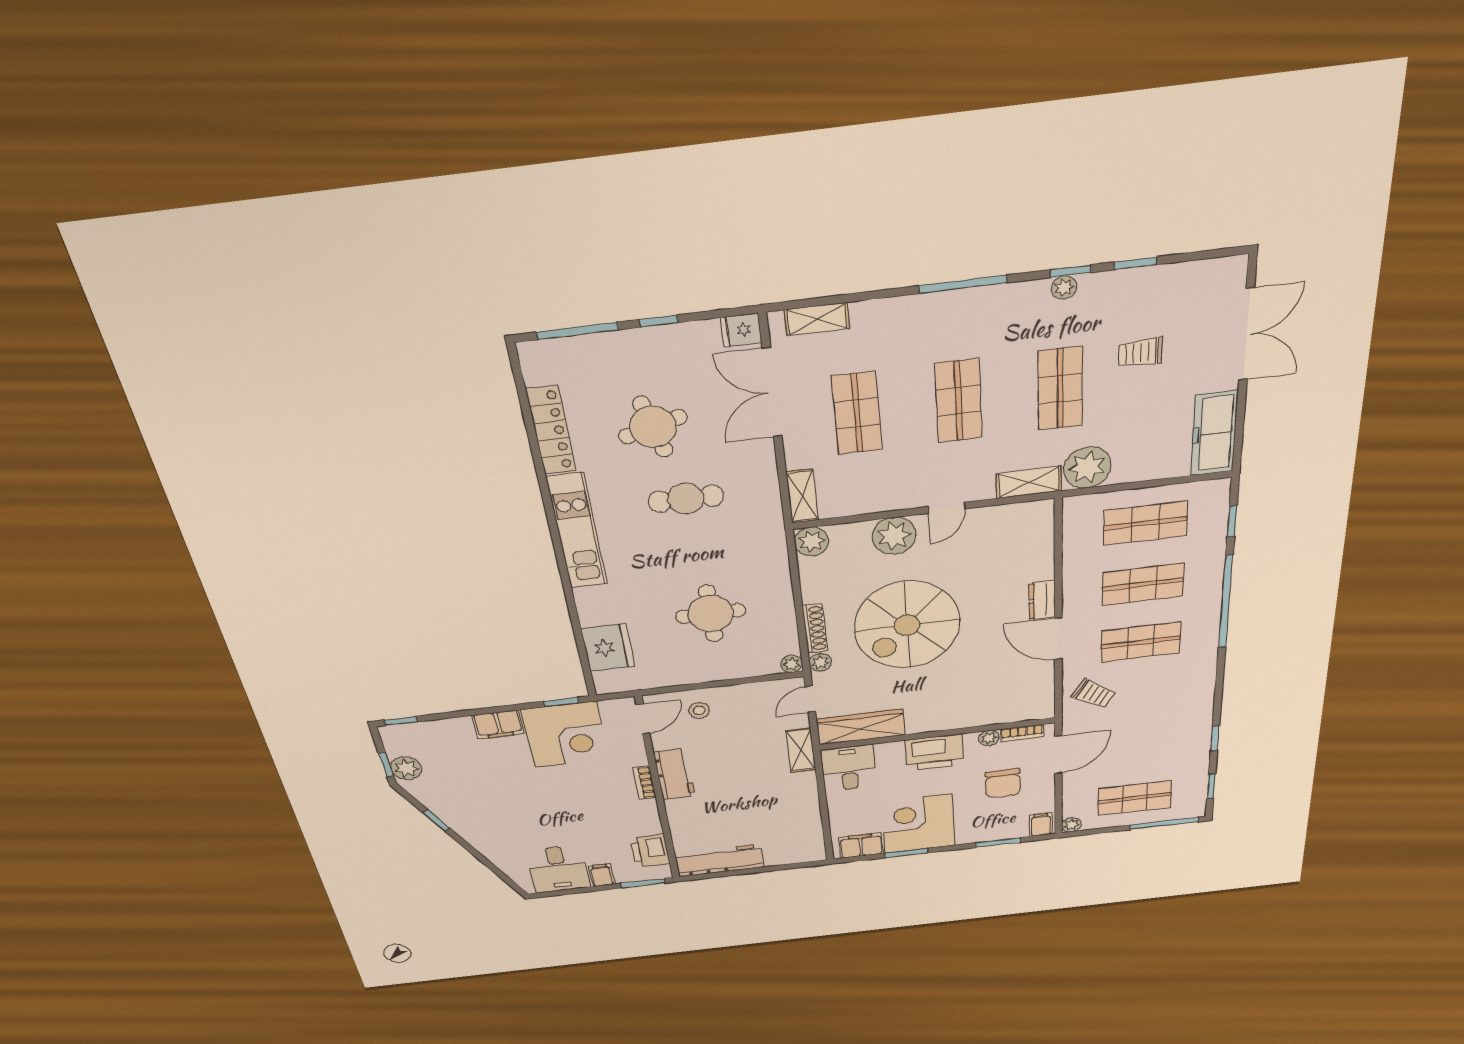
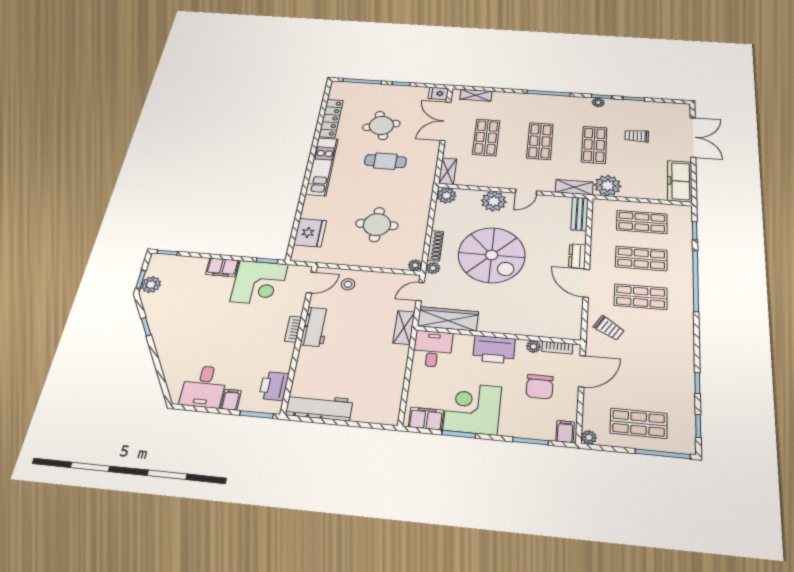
bench: (1041, 529) -> (580, 214), added
spiral stairs: (907, 625) -> (492, 255), turned -90

